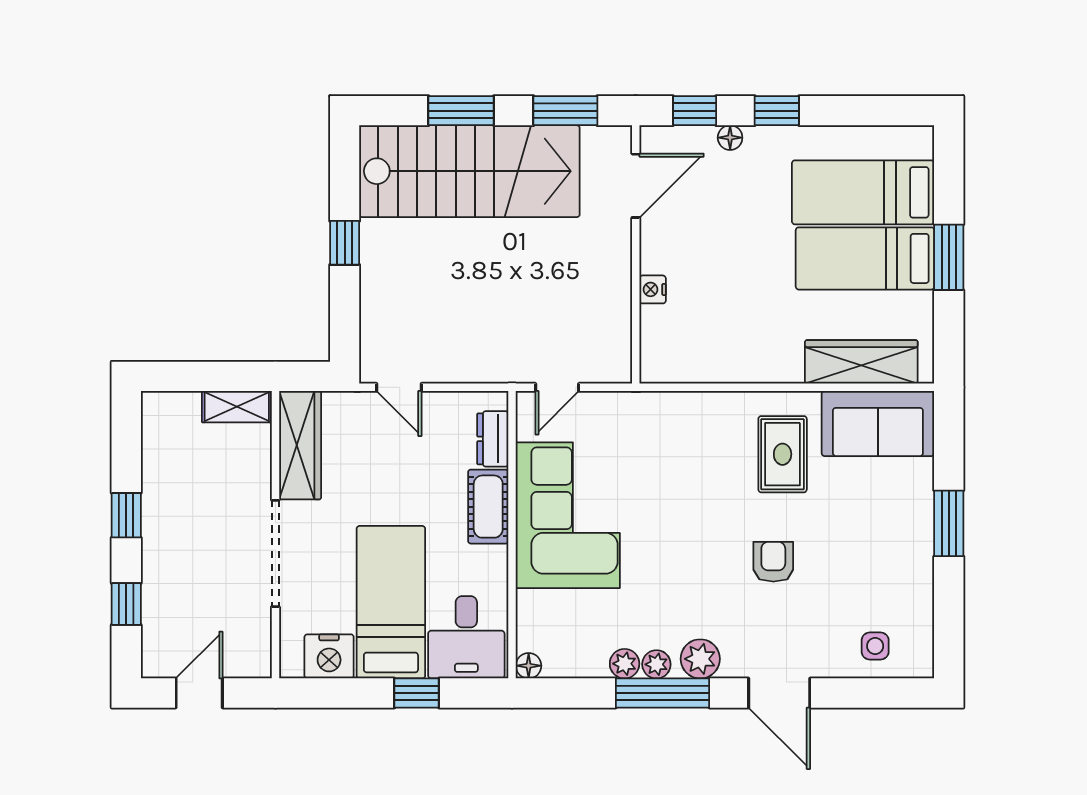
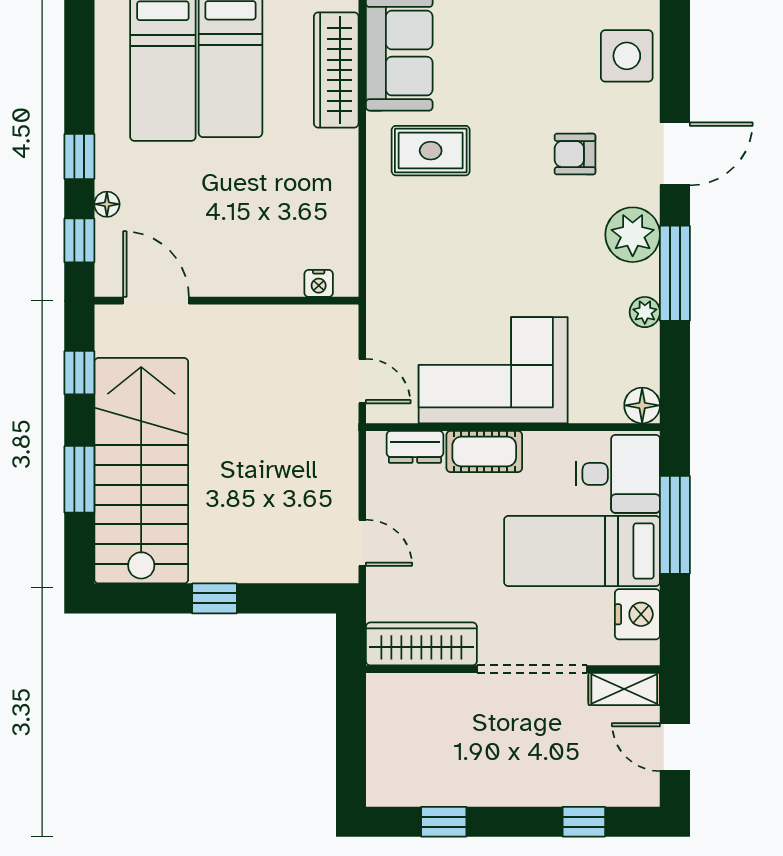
window: (565, 111) -> (79, 373), width x0.67
nightstand: (653, 289) -> (319, 283), moved
door: (399, 387) -> (362, 543), hinge flipped
shelving: (237, 407) -> (624, 689), moved, turned 90
window: (126, 515) -> (444, 822), moved
armchair: (773, 562) -> (575, 154), moved
side table: (875, 646) -> (627, 56), width x1.87, depth x1.87
plant: (700, 659) -> (633, 235), width x1.36, depth x1.36
plant: (656, 664) -> (645, 280), removed
floor lamp: (529, 666) -> (642, 405), width x1.37, depth x1.37
window: (417, 693) -> (675, 525), width x2.17

